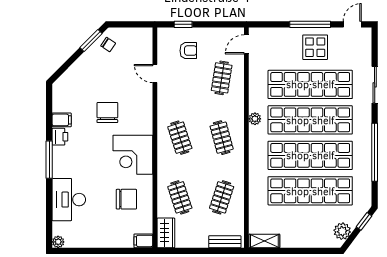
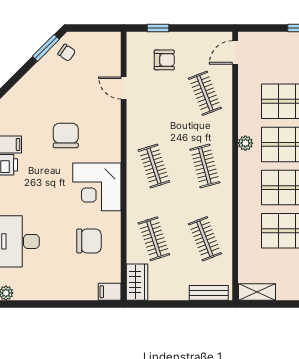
clothes rail: (222, 78) -> (205, 93), turned -30
clothes rail: (222, 197) -> (205, 239), turned -39

